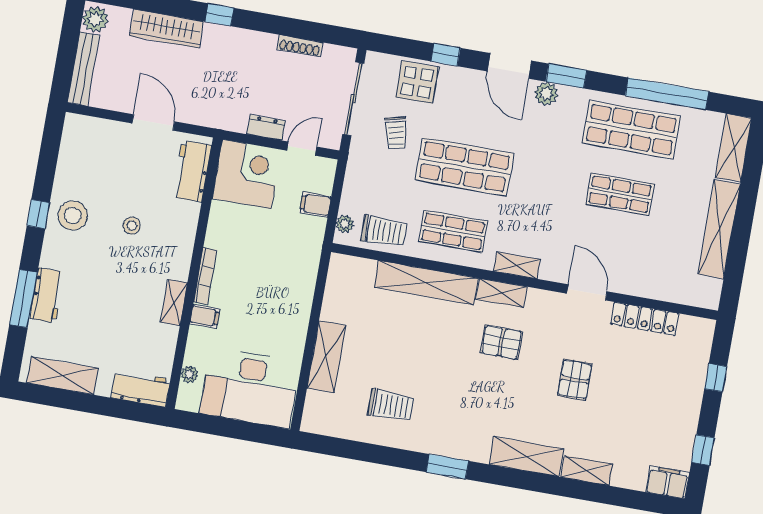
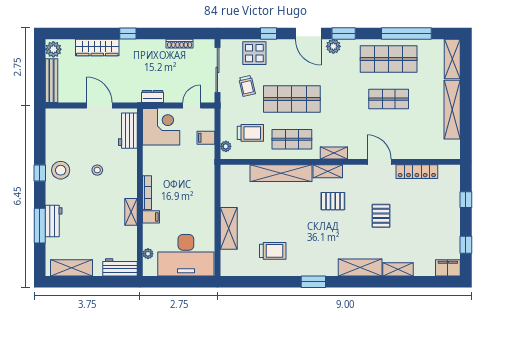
dresser: (266, 127) -> (152, 96), moved
trolley: (384, 231) -> (250, 133), moved

